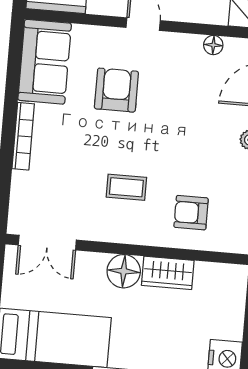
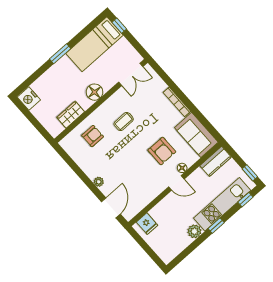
floor lamp: (213, 45) -> (182, 168), moved
double door: (47, 243) -> (131, 74), swing flipped
wardrobe: (168, 273) -> (71, 115), moved

